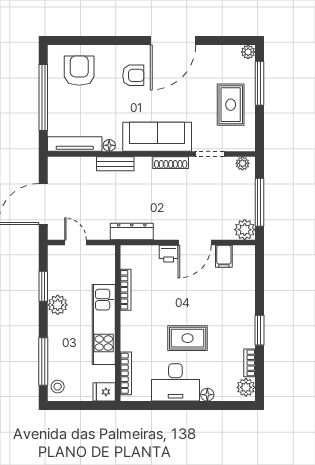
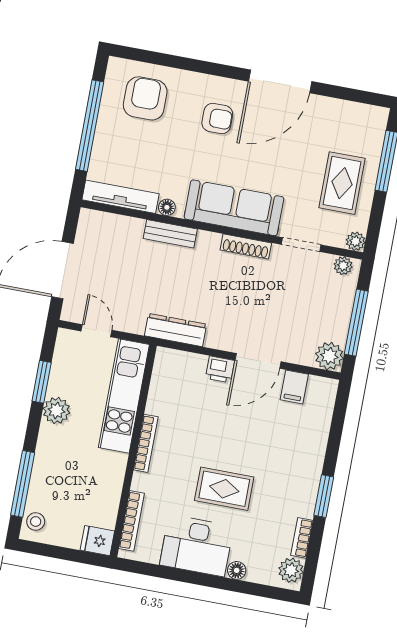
plant: (248, 52) -> (356, 241), moved
bookcase: (126, 290) -> (146, 443), moved
kitchen unit: (104, 325) -> (124, 396), moved

